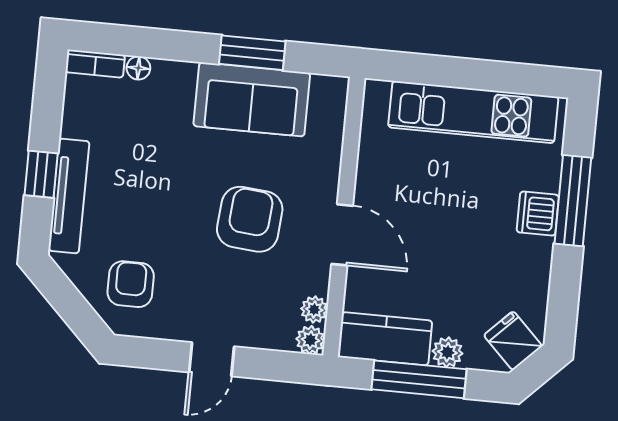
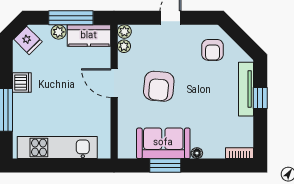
floor lamp: (138, 68) -> (197, 153), moved
dishwasher: (538, 214) -> (22, 83), moved

